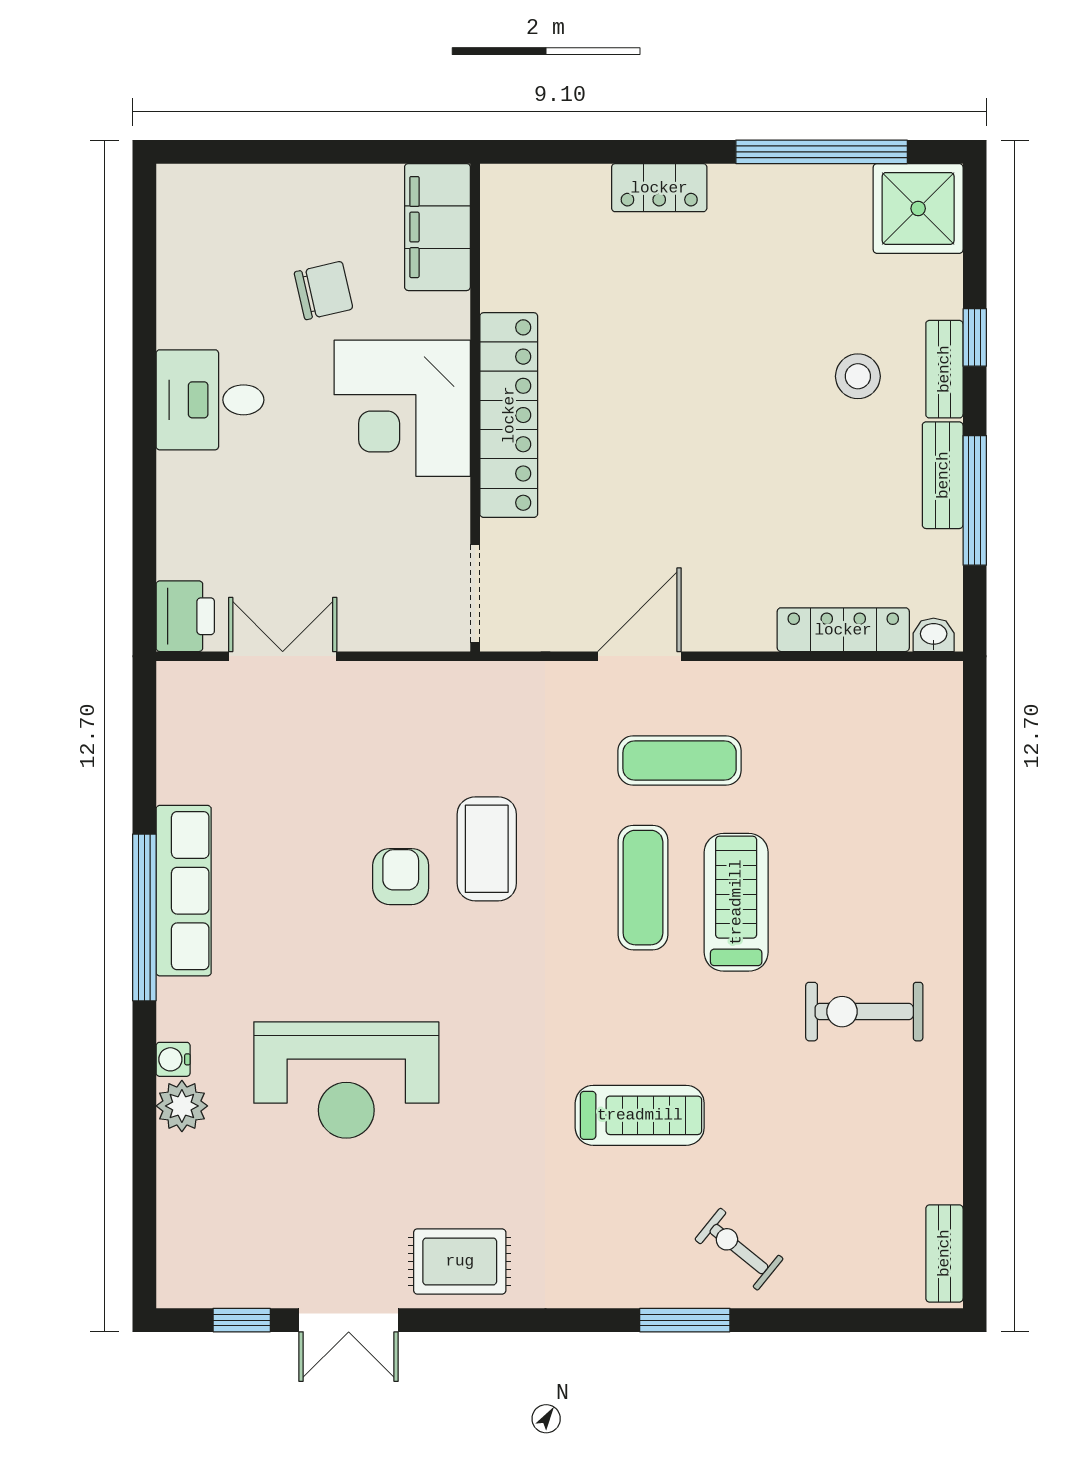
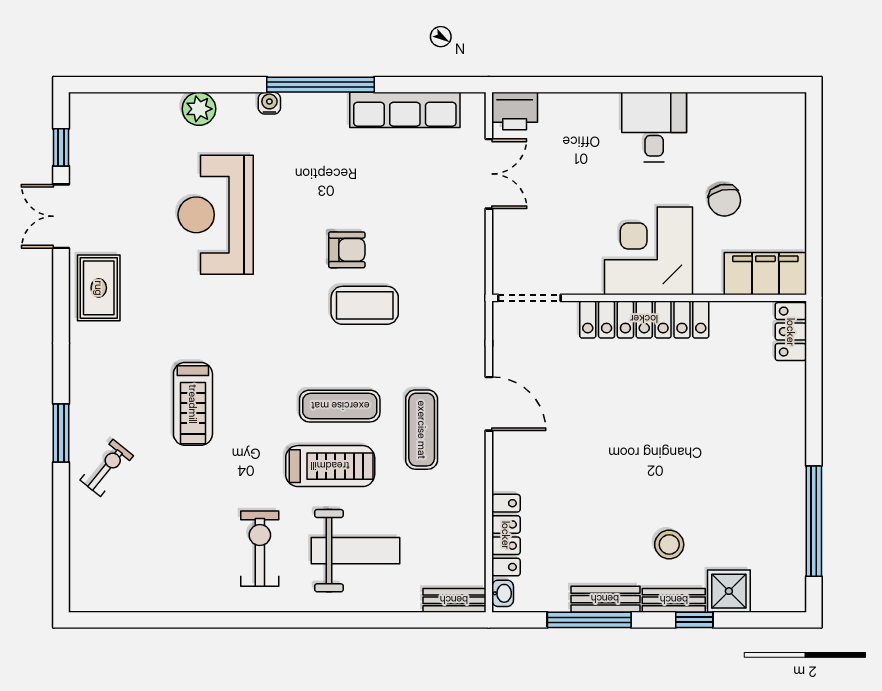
locker: (659, 188) -> (791, 332), moved
shower: (918, 208) -> (729, 591), moved, width x0.73, depth x0.73
weight bench: (867, 863) -> (355, 551), added
row of seats: (184, 891) -> (405, 110), moved
water cooler: (173, 1059) -> (269, 103), moved
bench: (944, 1253) -> (454, 600), moved

